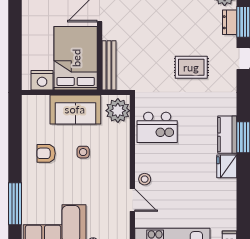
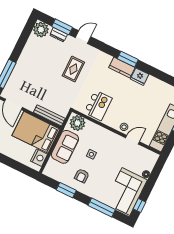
window: (15, 141) -> (66, 190), added

